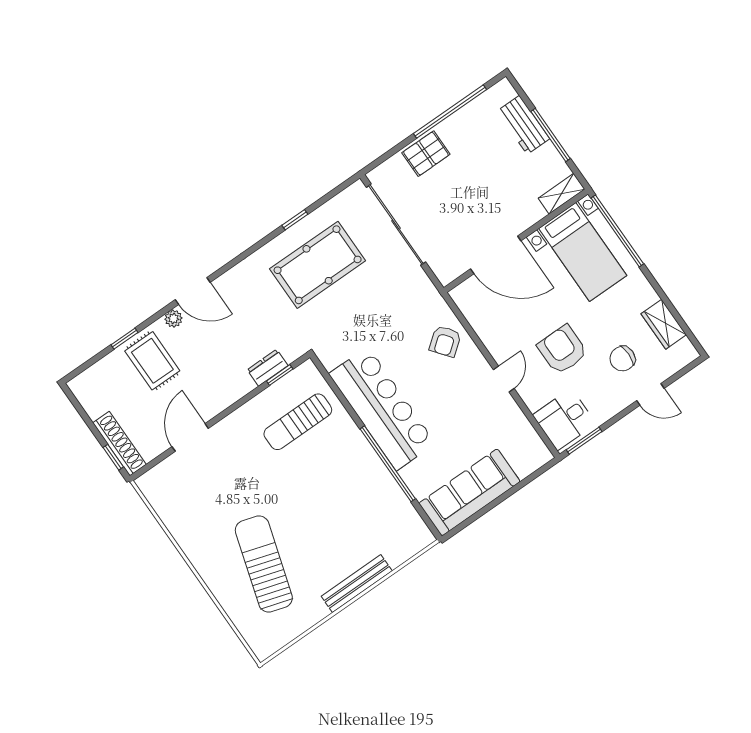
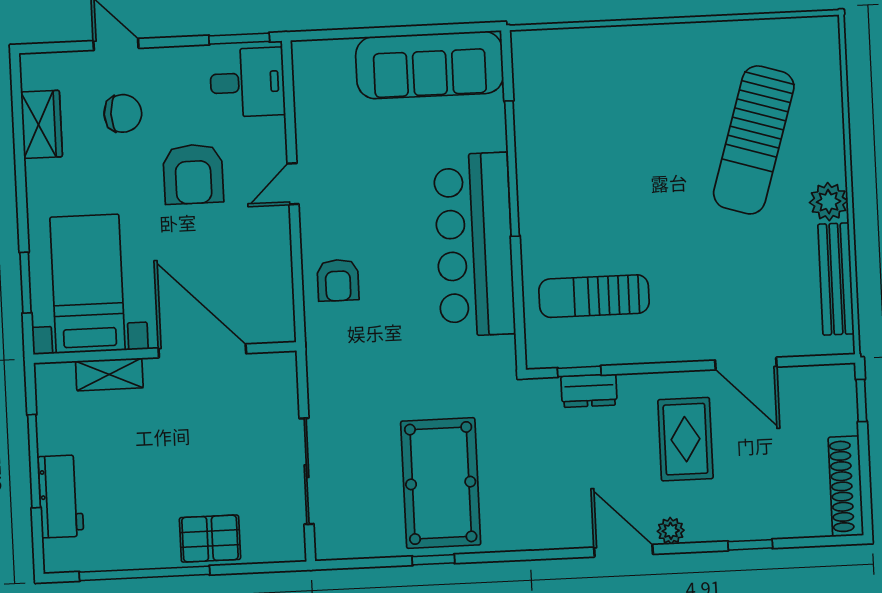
shelving: (561, 194) -> (109, 374), moved
sliding door: (396, 225) -> (307, 471), width x0.73
window: (617, 231) -> (26, 283), width x0.47
pool table: (318, 265) -> (441, 483), turned 90
armchair: (445, 341) -> (338, 280), turned 128
rug: (152, 361) -> (685, 439), moved
sun lounger: (298, 422) -> (594, 296), turned 180
door: (190, 437) -> (746, 364), hinge flipped
shoe rack: (119, 444) -> (846, 486), moved
plant: (201, 556) -> (829, 202), added
bench: (357, 584) -> (836, 279), moved, turned 90

